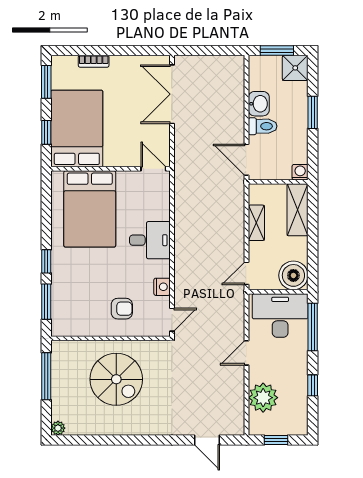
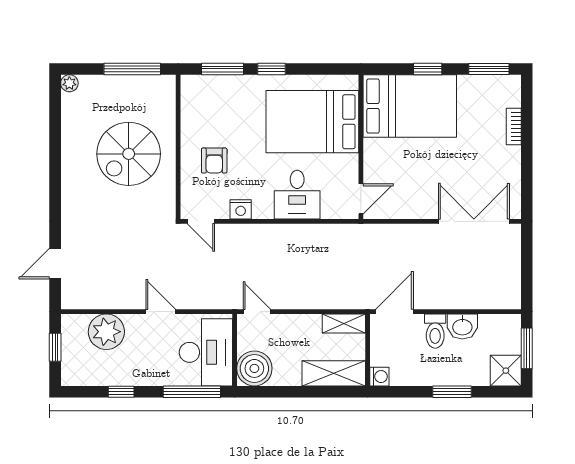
bed: (77, 128) -> (410, 106), moved
wall: (110, 169) -> (361, 147), moved
door: (153, 169) -> (361, 199), moved
bed: (90, 209) -> (312, 122), moved
shelving: (256, 223) -> (344, 324), moved

